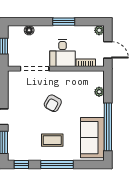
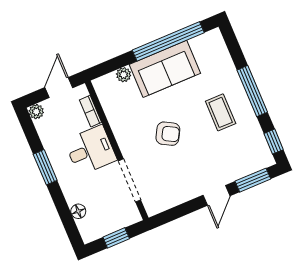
sofa: (92, 138) -> (165, 69), moved

